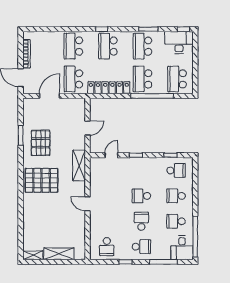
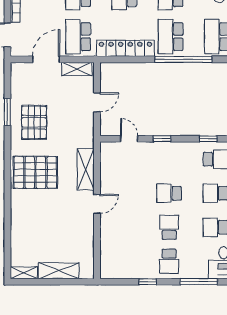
shelving: (73, 103) -> (77, 69), added
door: (111, 155) -> (129, 139), hinge flipped
shelving: (79, 166) -> (86, 169), moved
door: (87, 204) -> (97, 204), swing flipped
school desk: (107, 247) -> (123, 261), removed
school desk: (141, 247) -> (169, 261), turned 90

